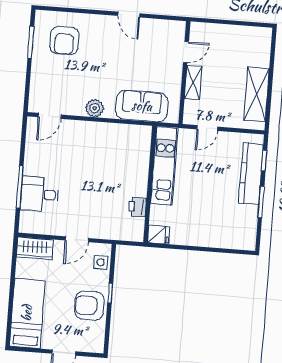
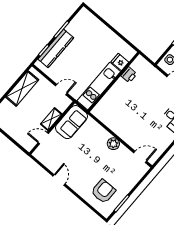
sofa: (142, 106) -> (71, 122), moved, turned -90
fridge: (159, 235) -> (120, 62), moved

